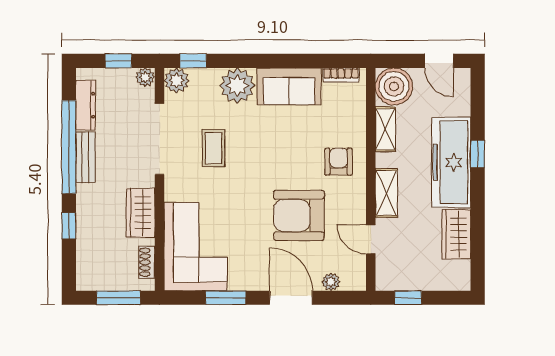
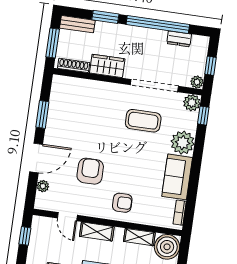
dresser: (86, 105) -> (179, 39), width x0.70
coffee table: (214, 148) -> (143, 121), width x1.36, depth x1.30
bench: (85, 157) -> (77, 24), moved
armchair: (299, 215) -> (90, 171), width x0.73, depth x0.73
window: (69, 226) -> (105, 17), width x1.50
door: (371, 239) -> (67, 217), swing flipped
corner sofa: (196, 247) -> (79, 99), removed
shoe rack: (147, 262) -> (74, 65), width x1.43

